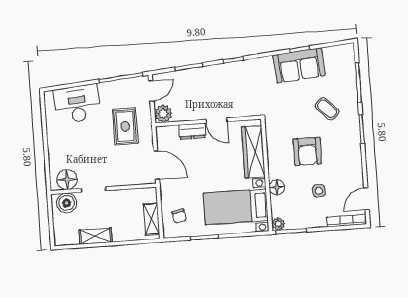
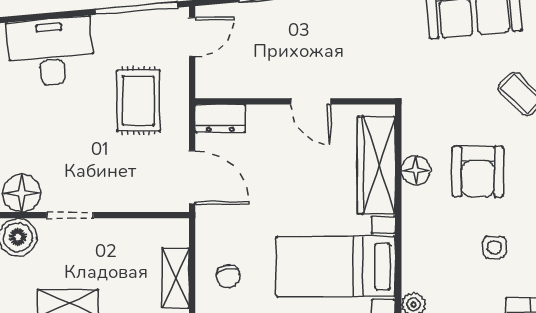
plant: (163, 114) -> (212, 82), removed
dresser: (192, 131) -> (220, 118), moved
floor lamp: (277, 187) -> (416, 170), moved

